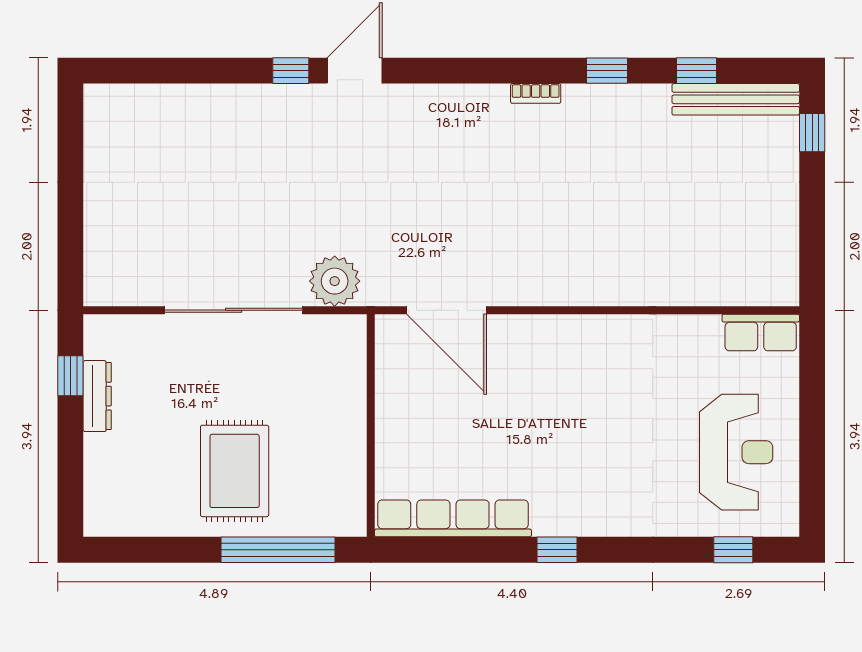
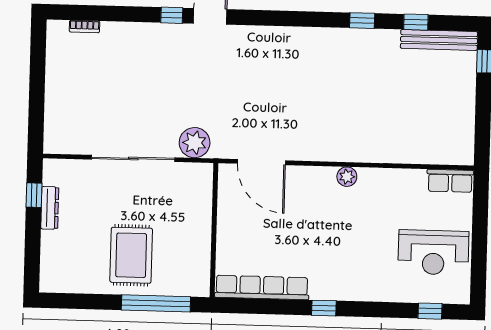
bookcase: (536, 93) -> (85, 27), moved
plant: (589, 330) -> (347, 177), added
reception desk: (736, 452) -> (433, 252), turned 90

